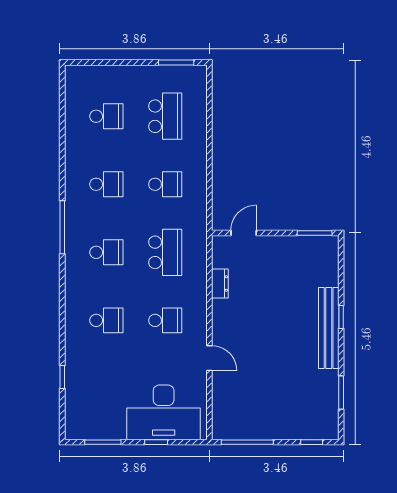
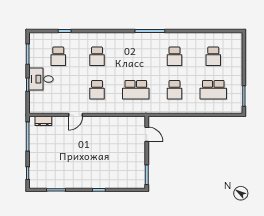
school desk: (106, 252) -> (58, 56), moved
dresser: (220, 283) -> (43, 121), moved
bench: (329, 328) -> (93, 183), removed
desk: (164, 412) -> (41, 79), width x0.53, depth x0.77

